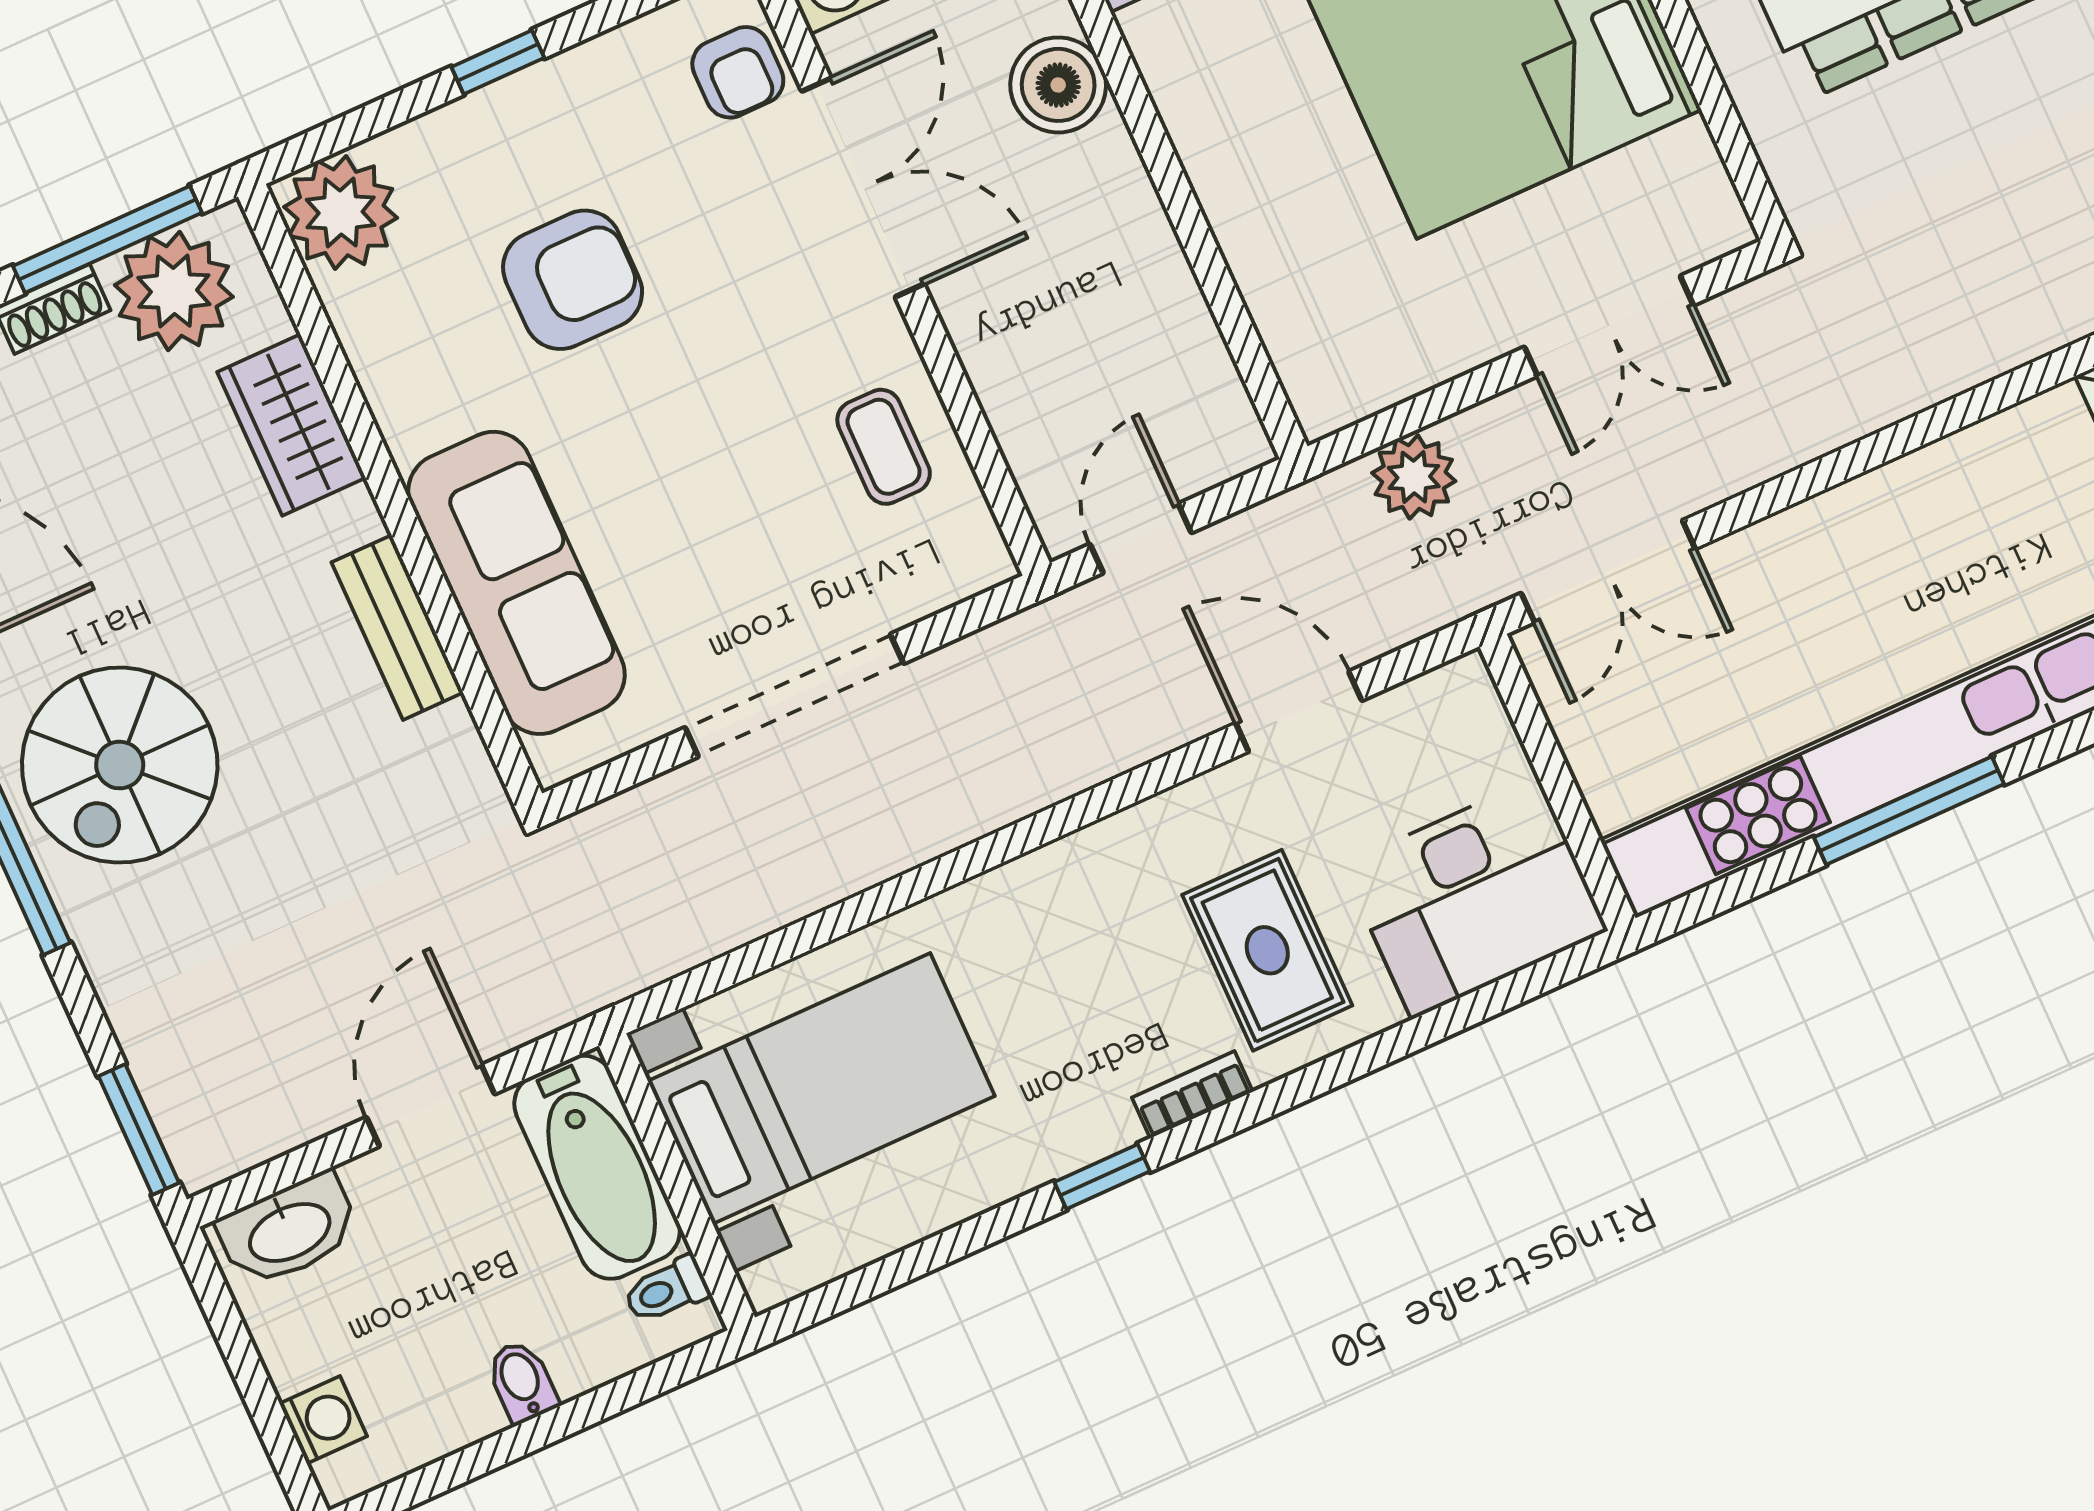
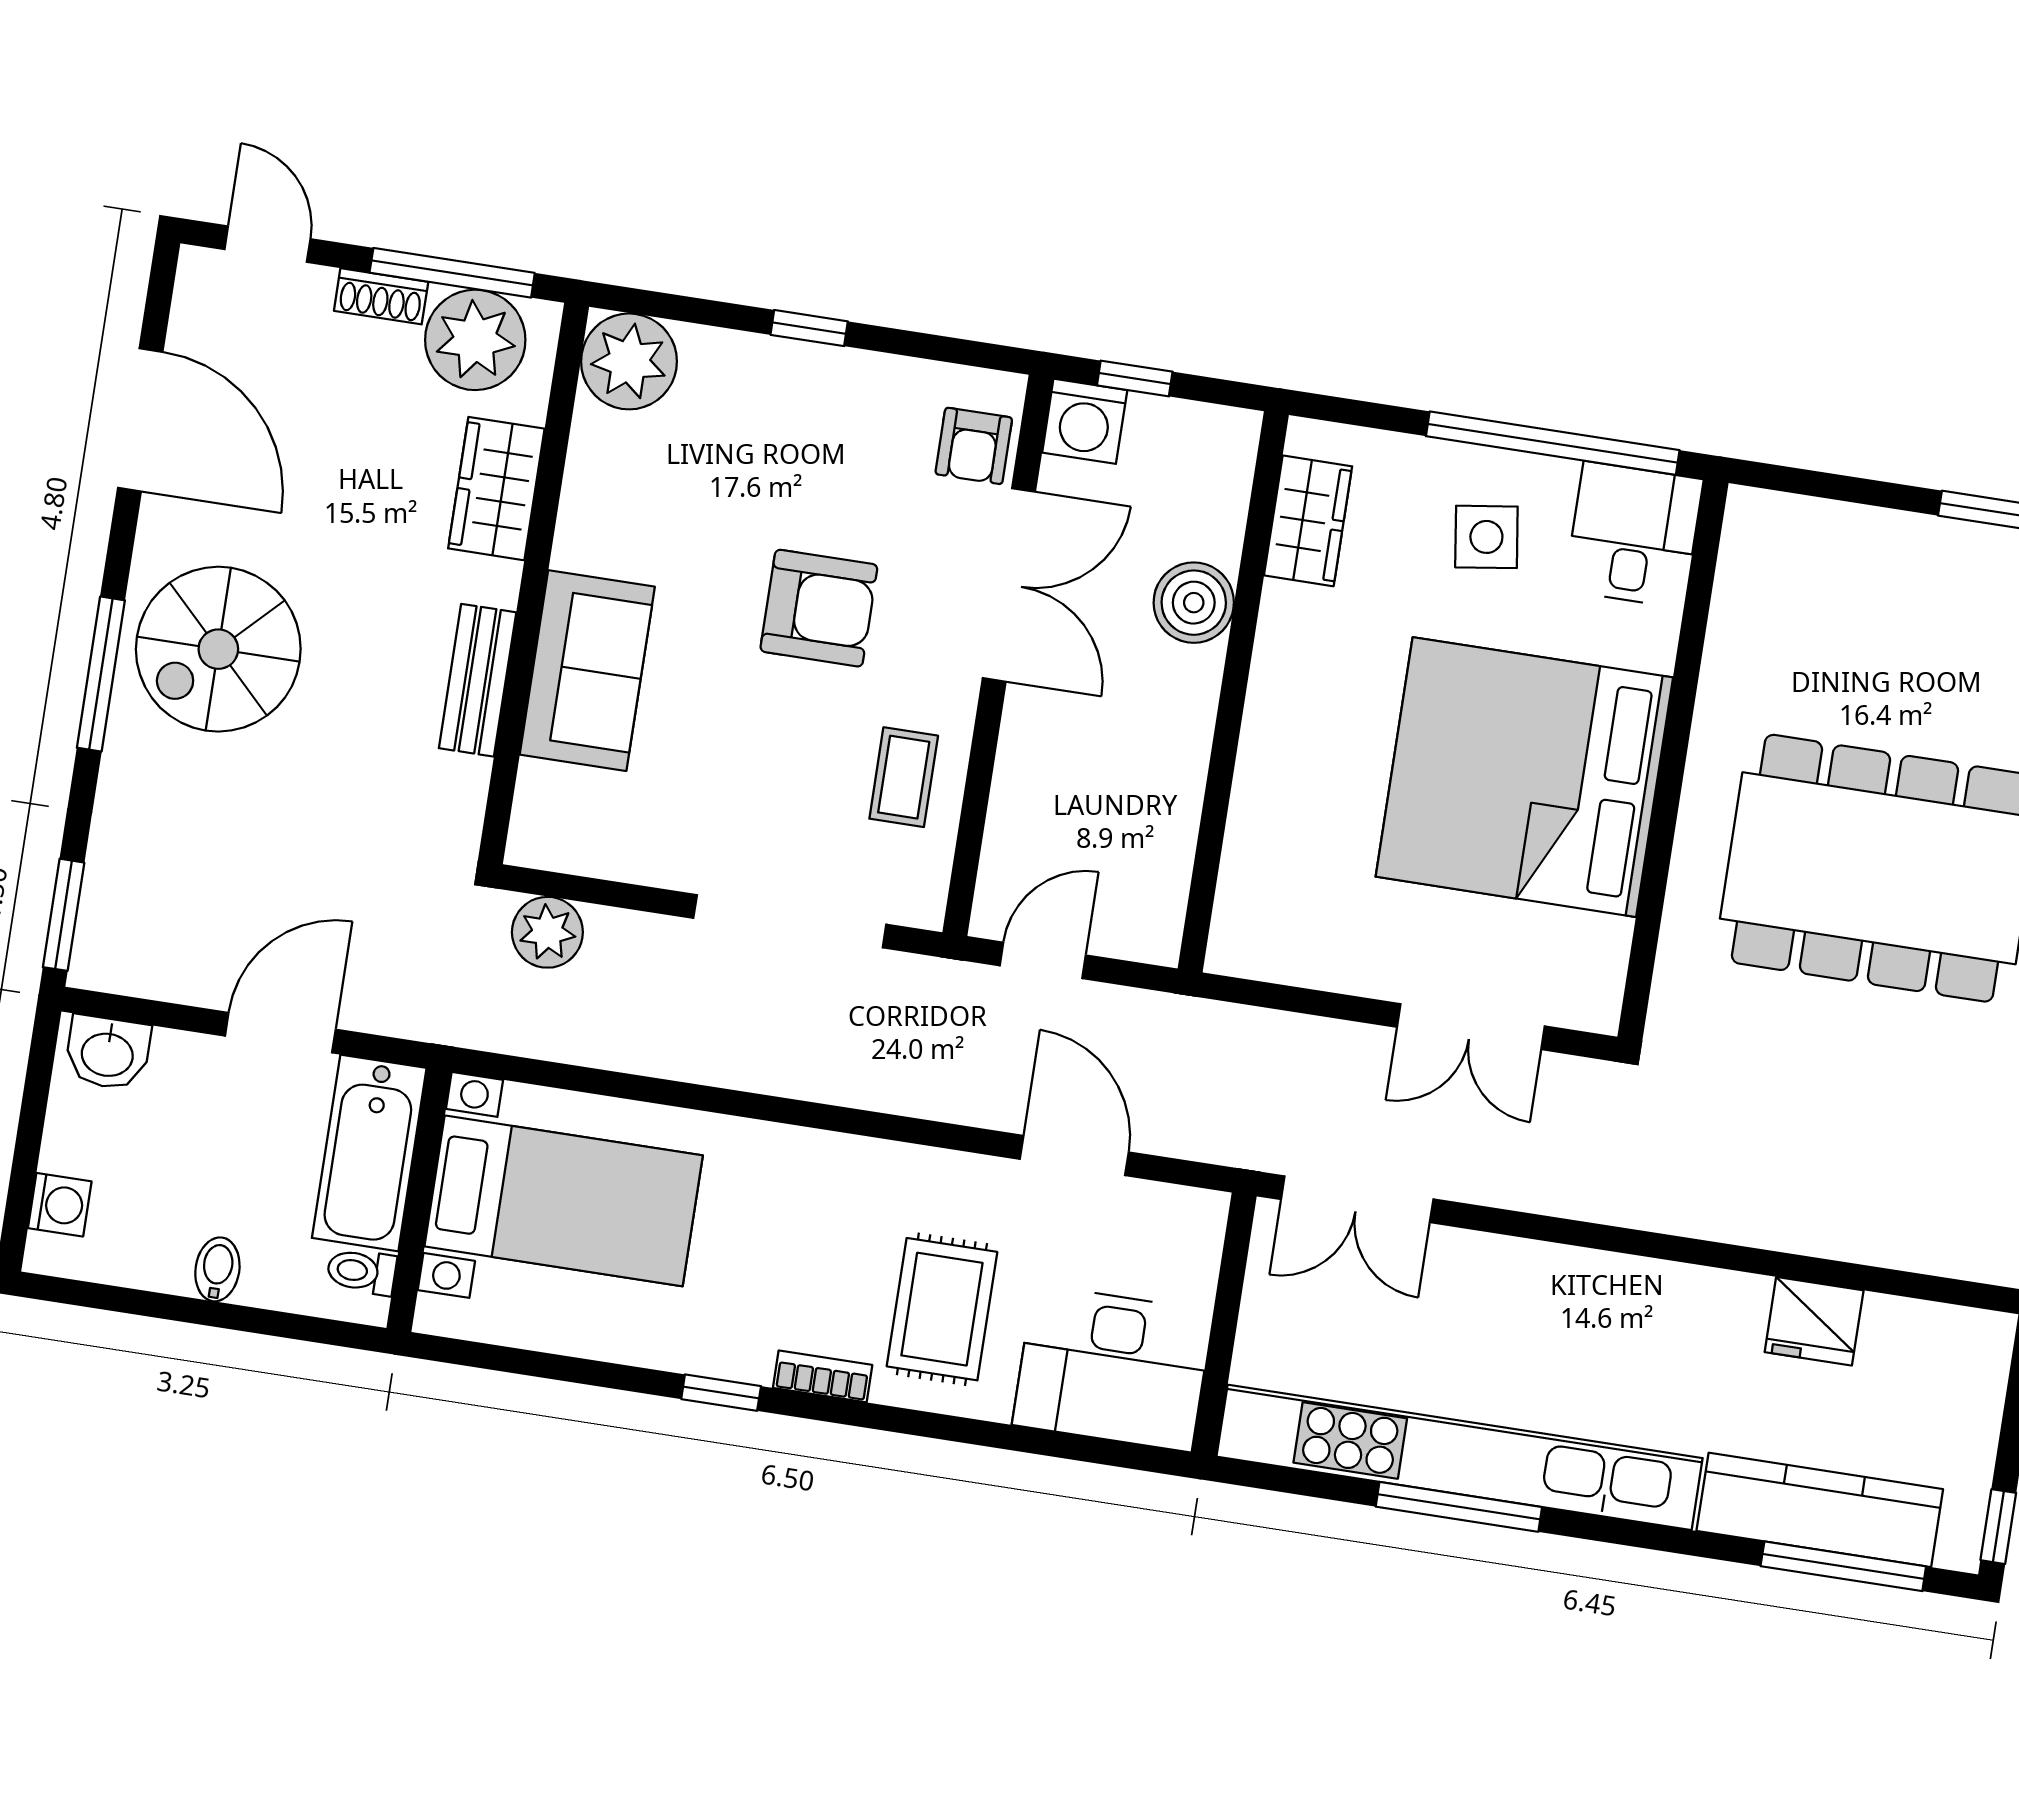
armchair: (573, 280) -> (819, 608), moved
plant: (1414, 477) -> (547, 932), moved
sofa: (517, 583) -> (587, 671), width x0.73
doorway: (794, 695) -> (790, 921), moved
washbasin: (289, 1230) -> (108, 1053), width x0.72

